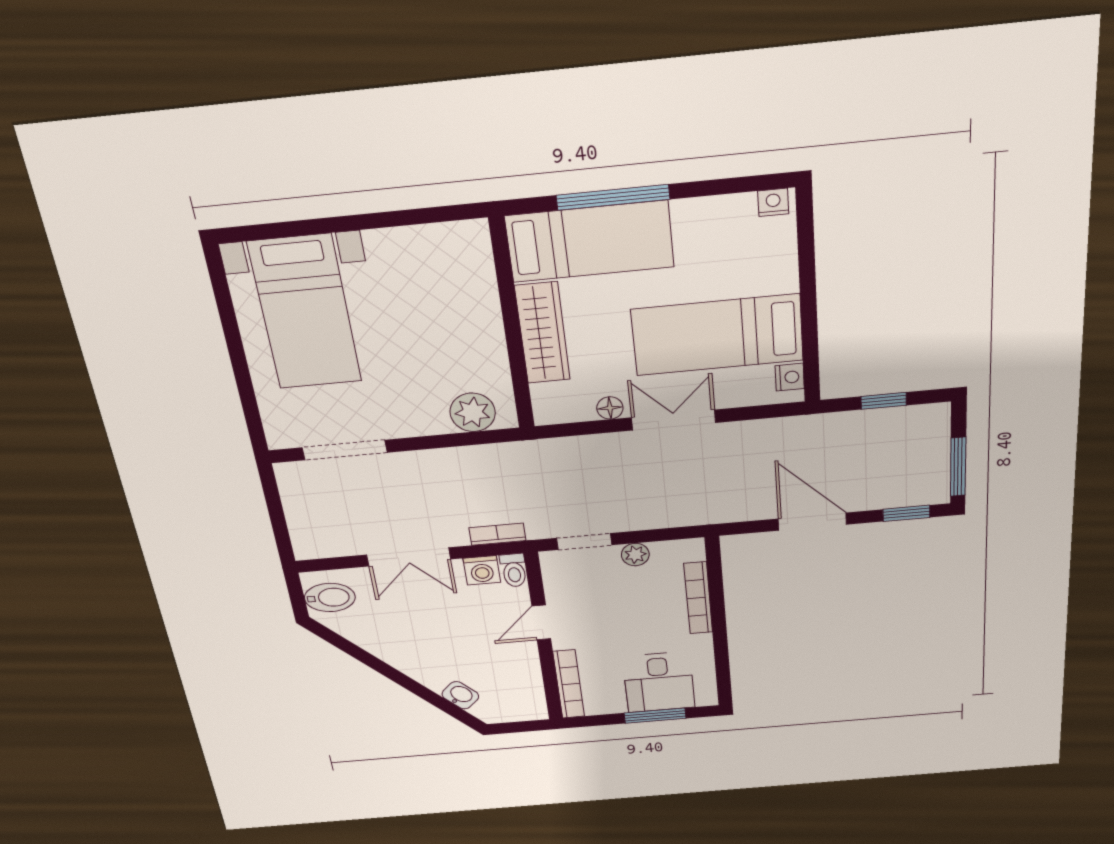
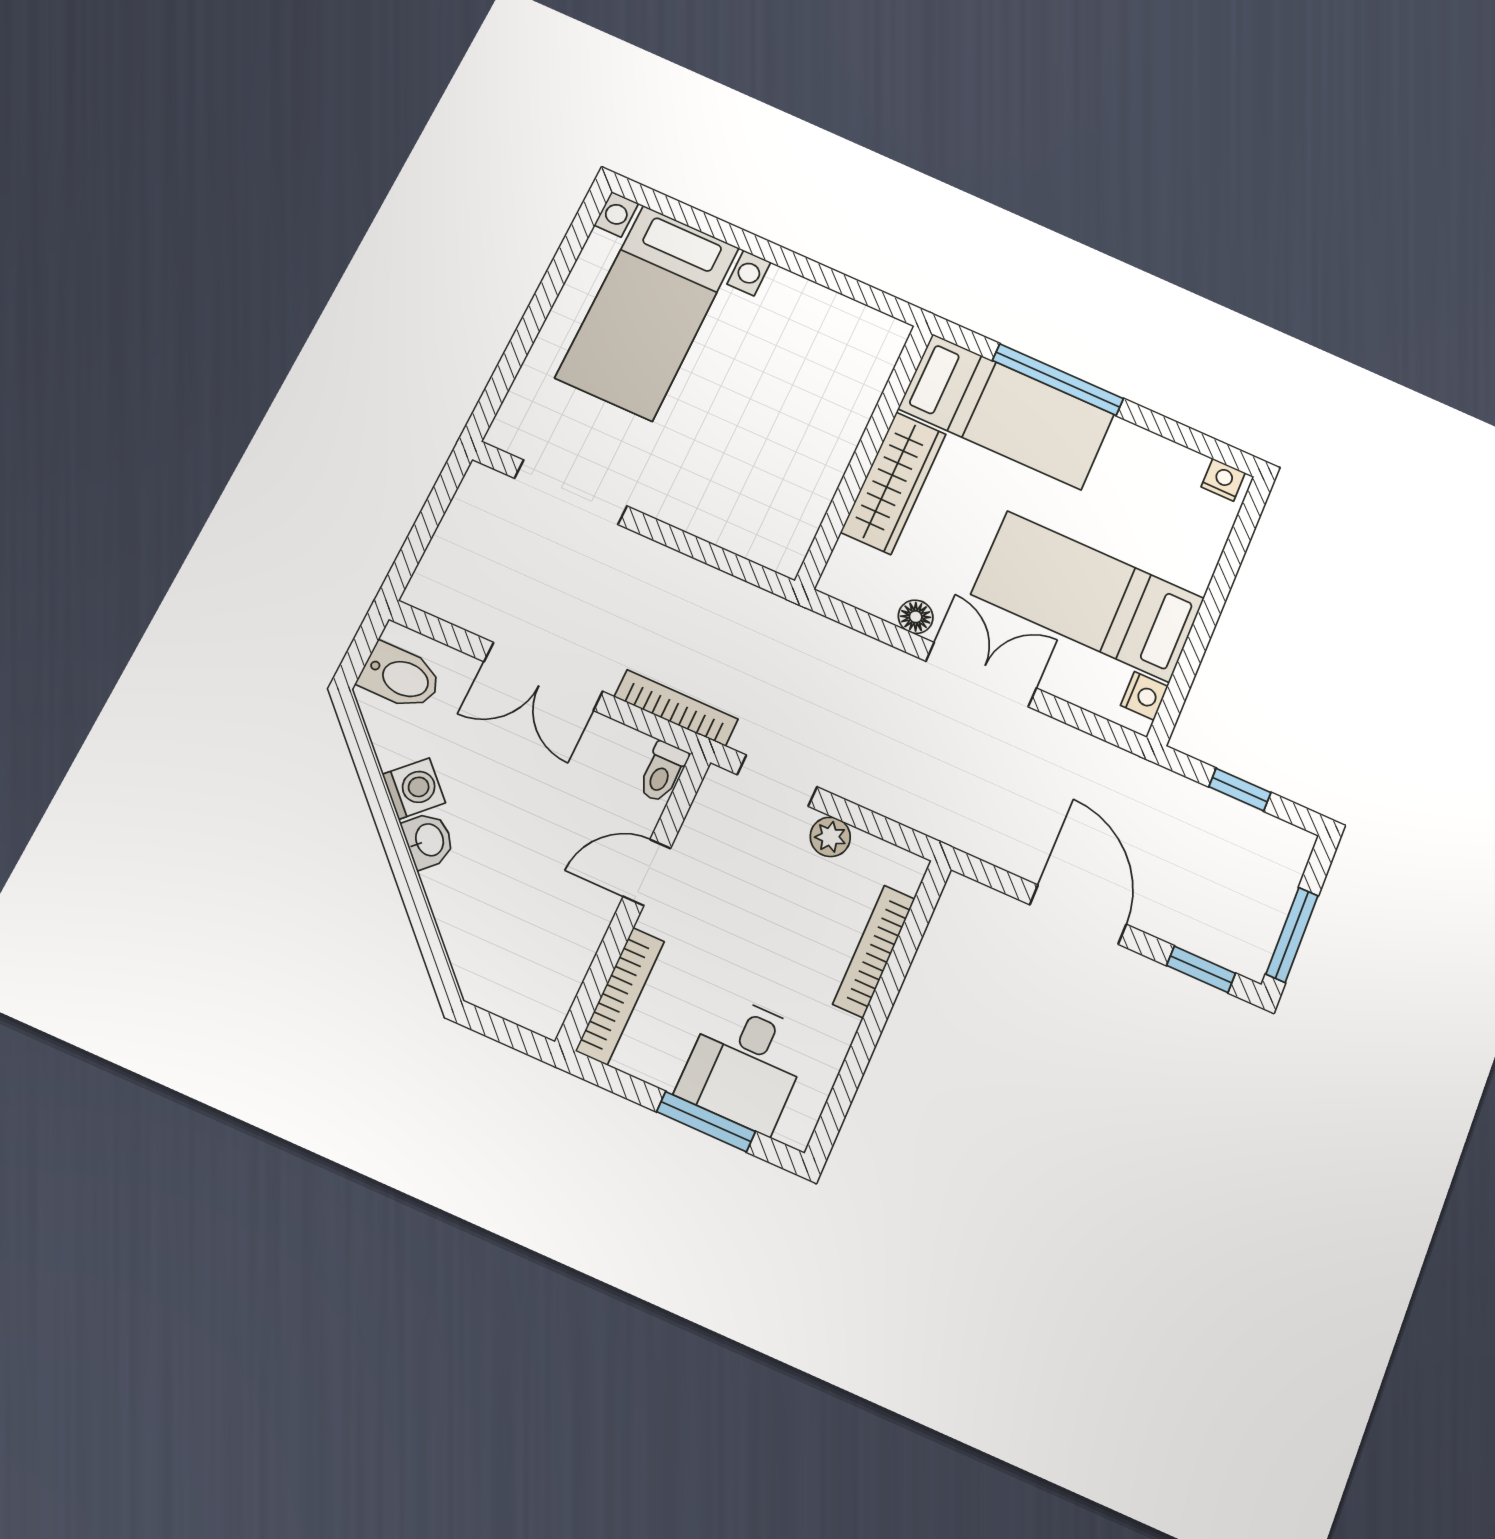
plant: (473, 412) -> (753, 531), removed
bookcase: (497, 534) -> (676, 708), width x1.56
washing machine: (482, 570) -> (414, 789), moved, turned -135
washbasin: (460, 695) -> (428, 840), moved

